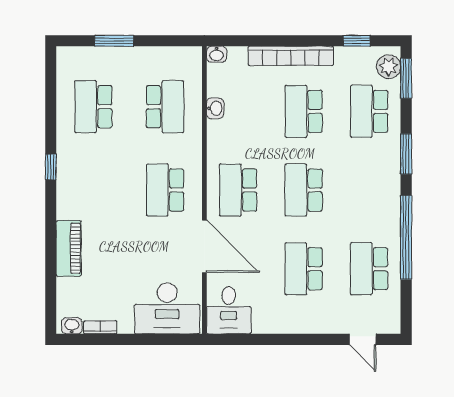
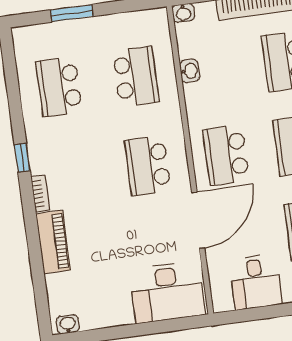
door: (204, 246) -> (198, 220), hinge flipped
desk: (229, 310) -> (256, 282), moved
bookcase: (100, 327) -> (40, 193), moved, turned 90

